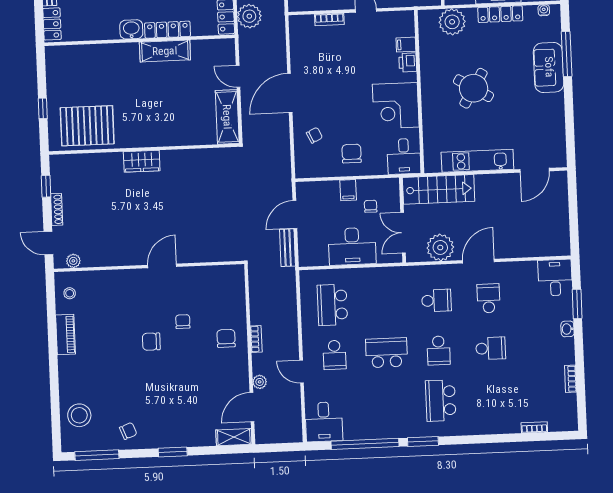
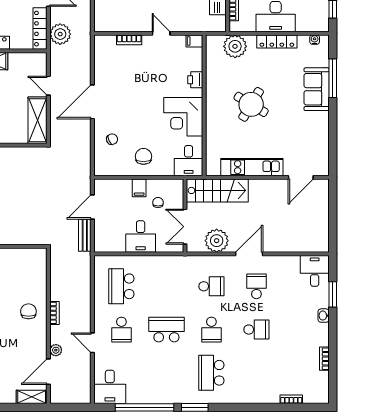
filing cabinet: (406, 45) -> (194, 41), moved
desk: (352, 246) -> (141, 237), width x0.73

